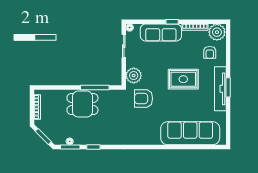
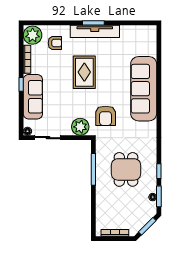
dining table: (82, 104) -> (126, 169), moved
sofa: (190, 133) -> (144, 89), moved

